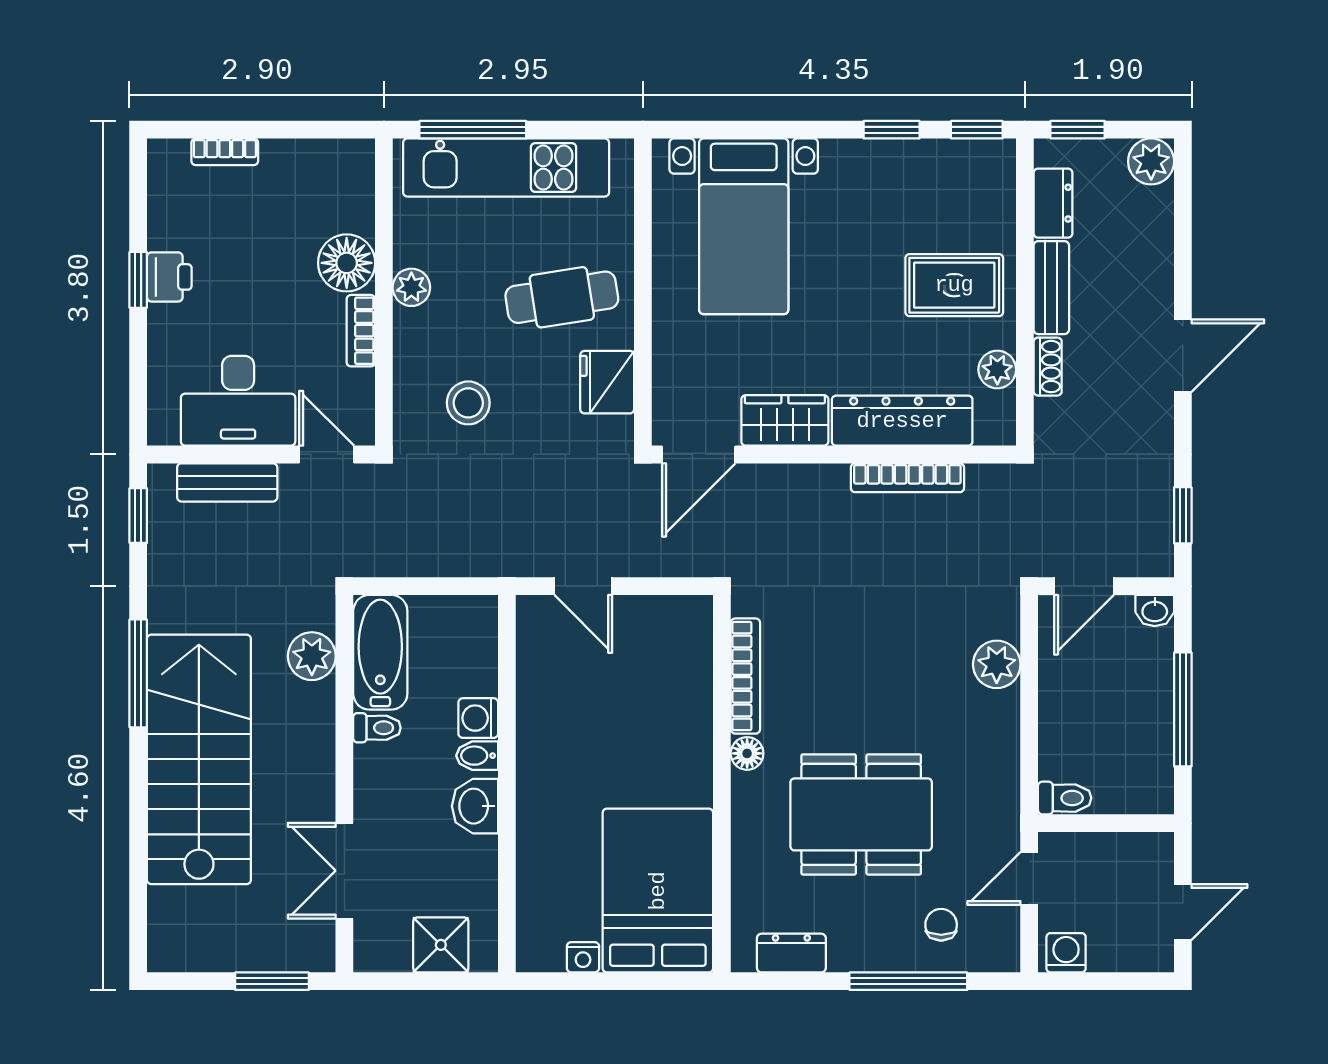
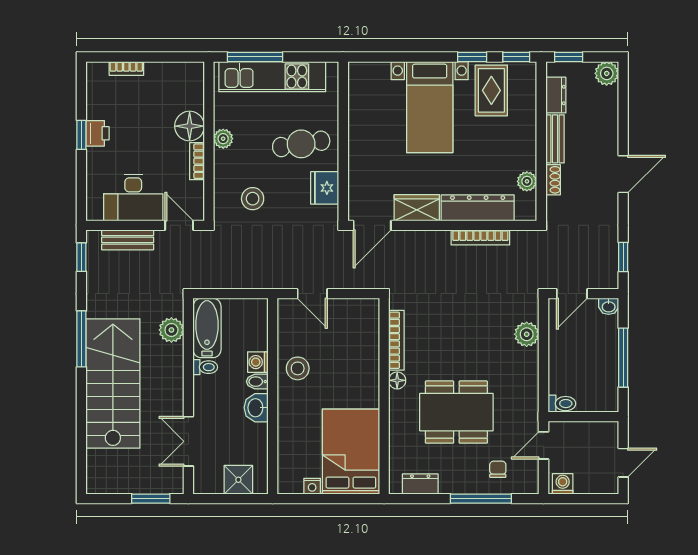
bed with nightstands: (744, 226) -> (430, 107), moved
rug: (954, 285) -> (491, 90), moved, turned 90
stool: (555, 730) -> (298, 368), added

